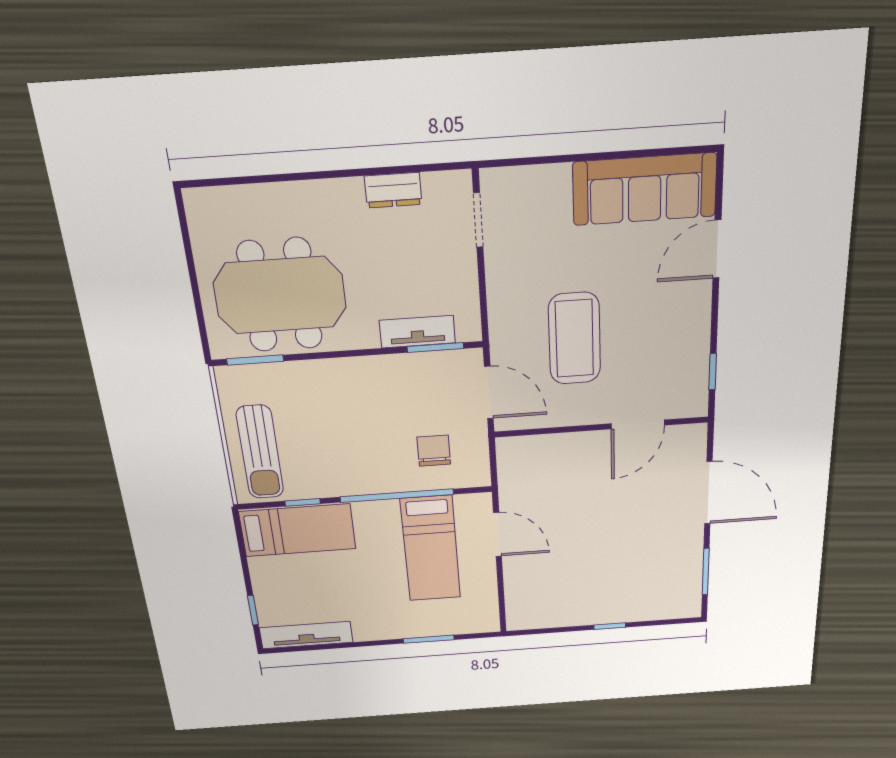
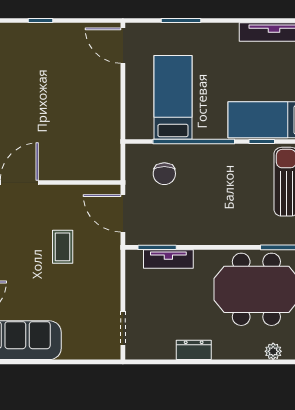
dresser: (393, 190) -> (194, 350), moved
plant: (239, 198) -> (273, 351), added
coffee table: (574, 339) -> (63, 247), width x0.54, depth x0.58
door: (498, 534) -> (123, 46), moved

